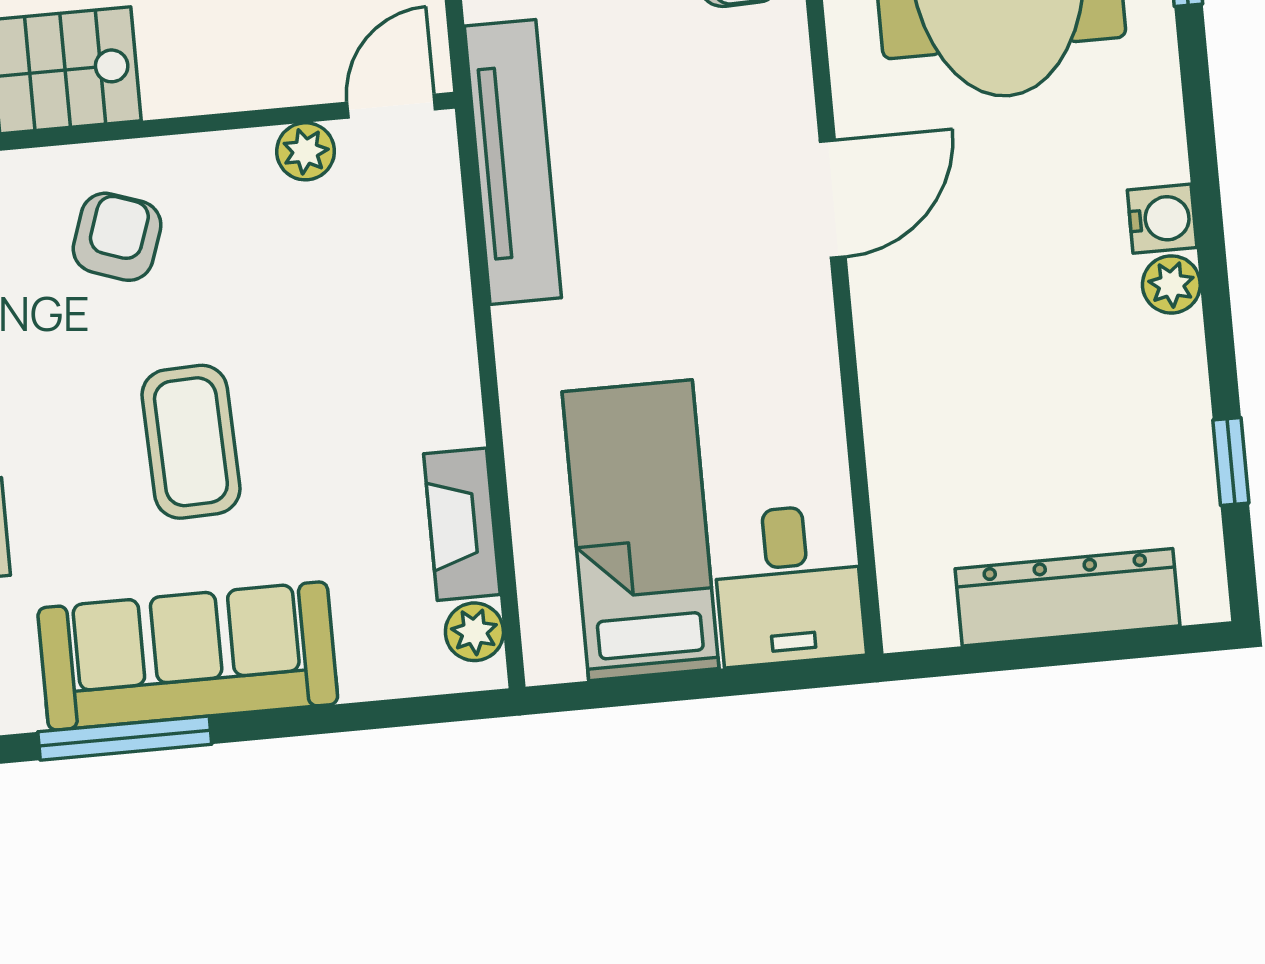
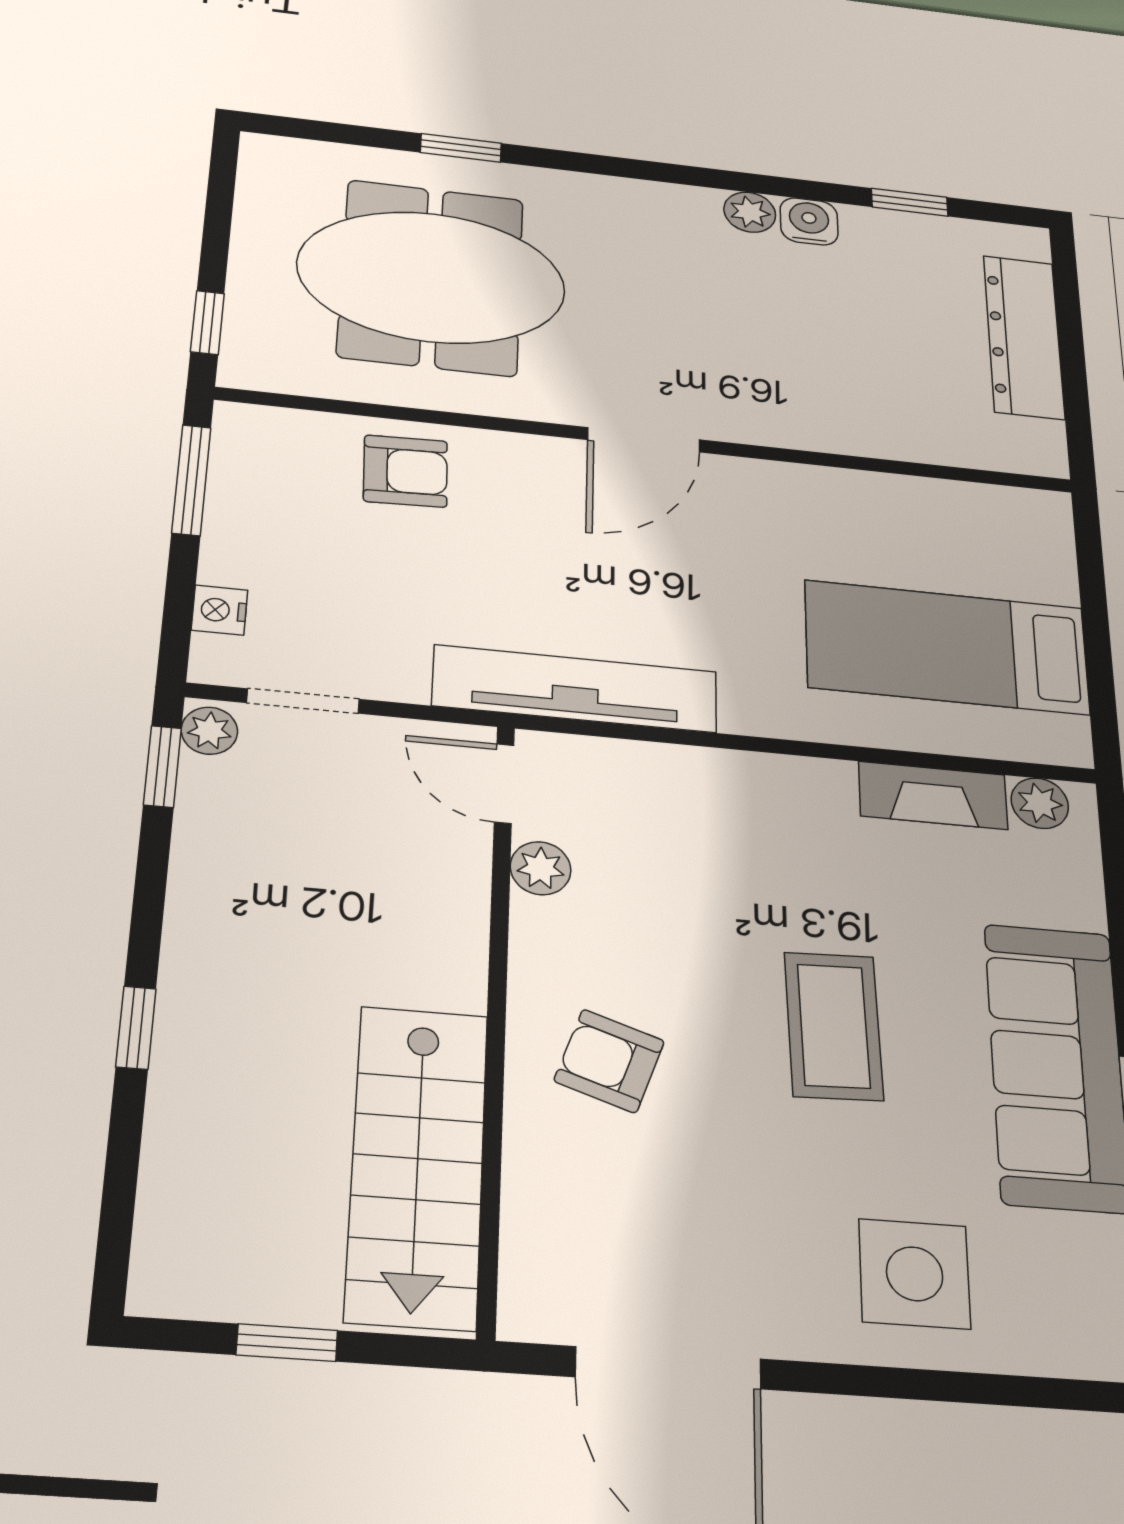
door: (833, 199) -> (644, 440), swing flipped
water cooler: (1162, 219) -> (809, 221), moved
coffee table: (191, 442) -> (834, 1026), turned 90
desk: (788, 585) -> (1004, 540), removed

